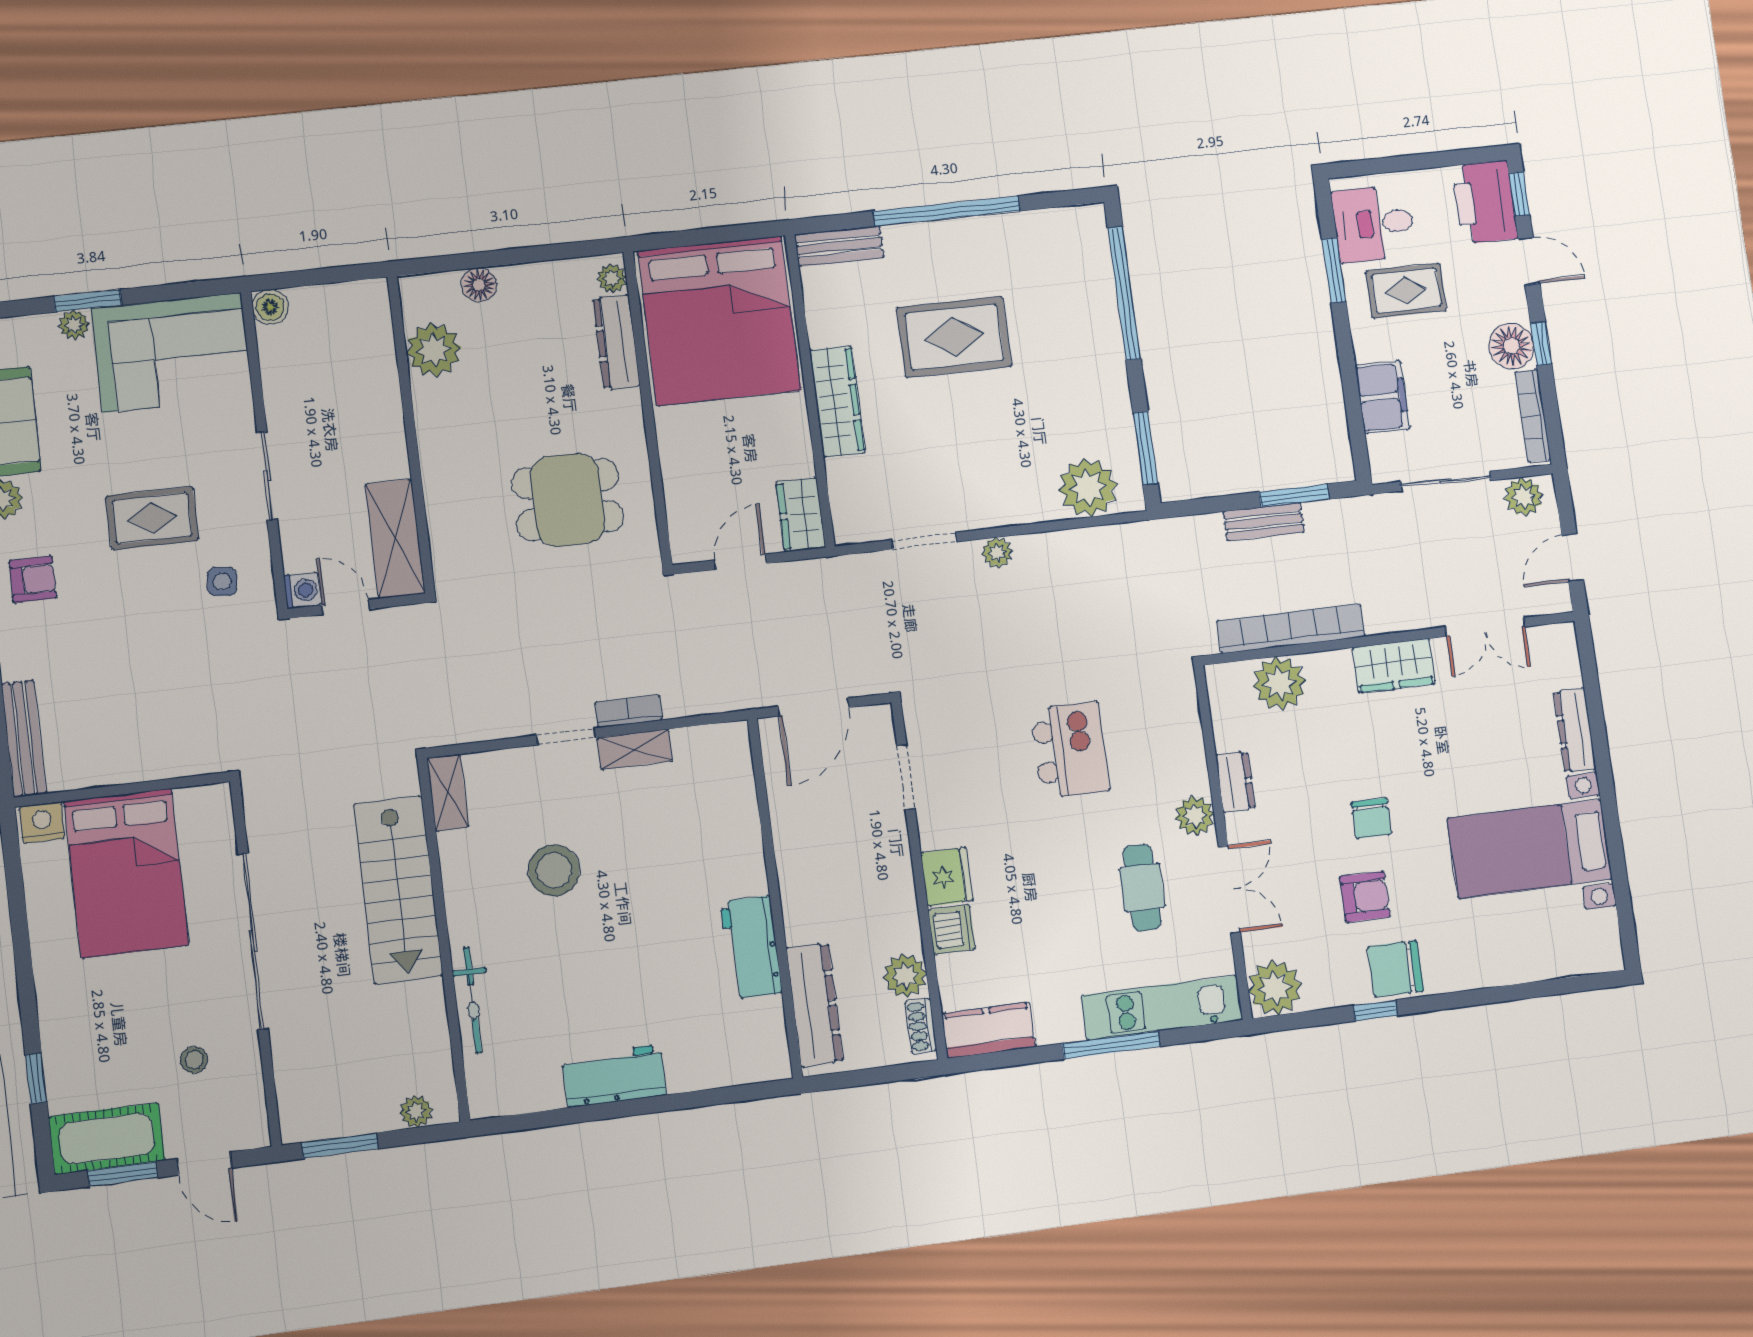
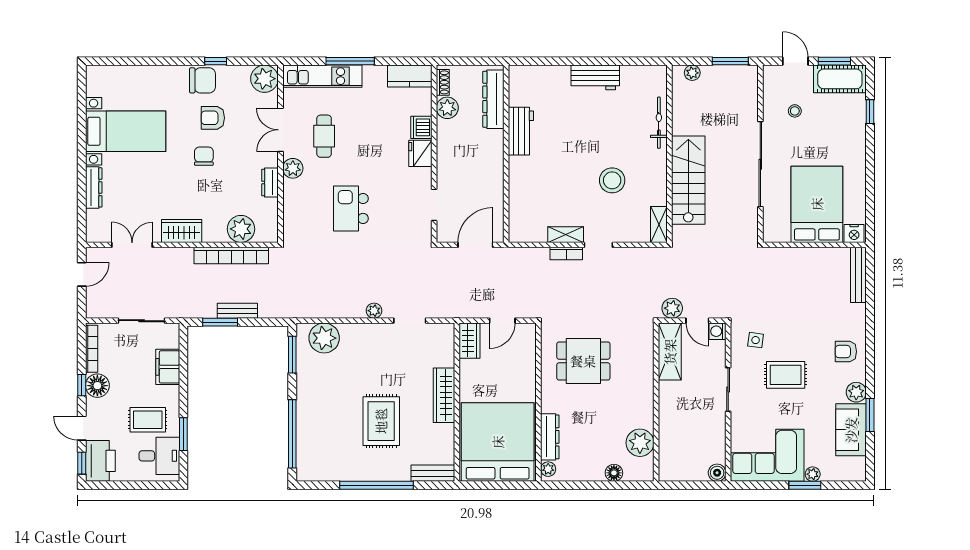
rug: (954, 337) -> (381, 421), turned 90
plant: (1524, 497) -> (672, 308), moved

